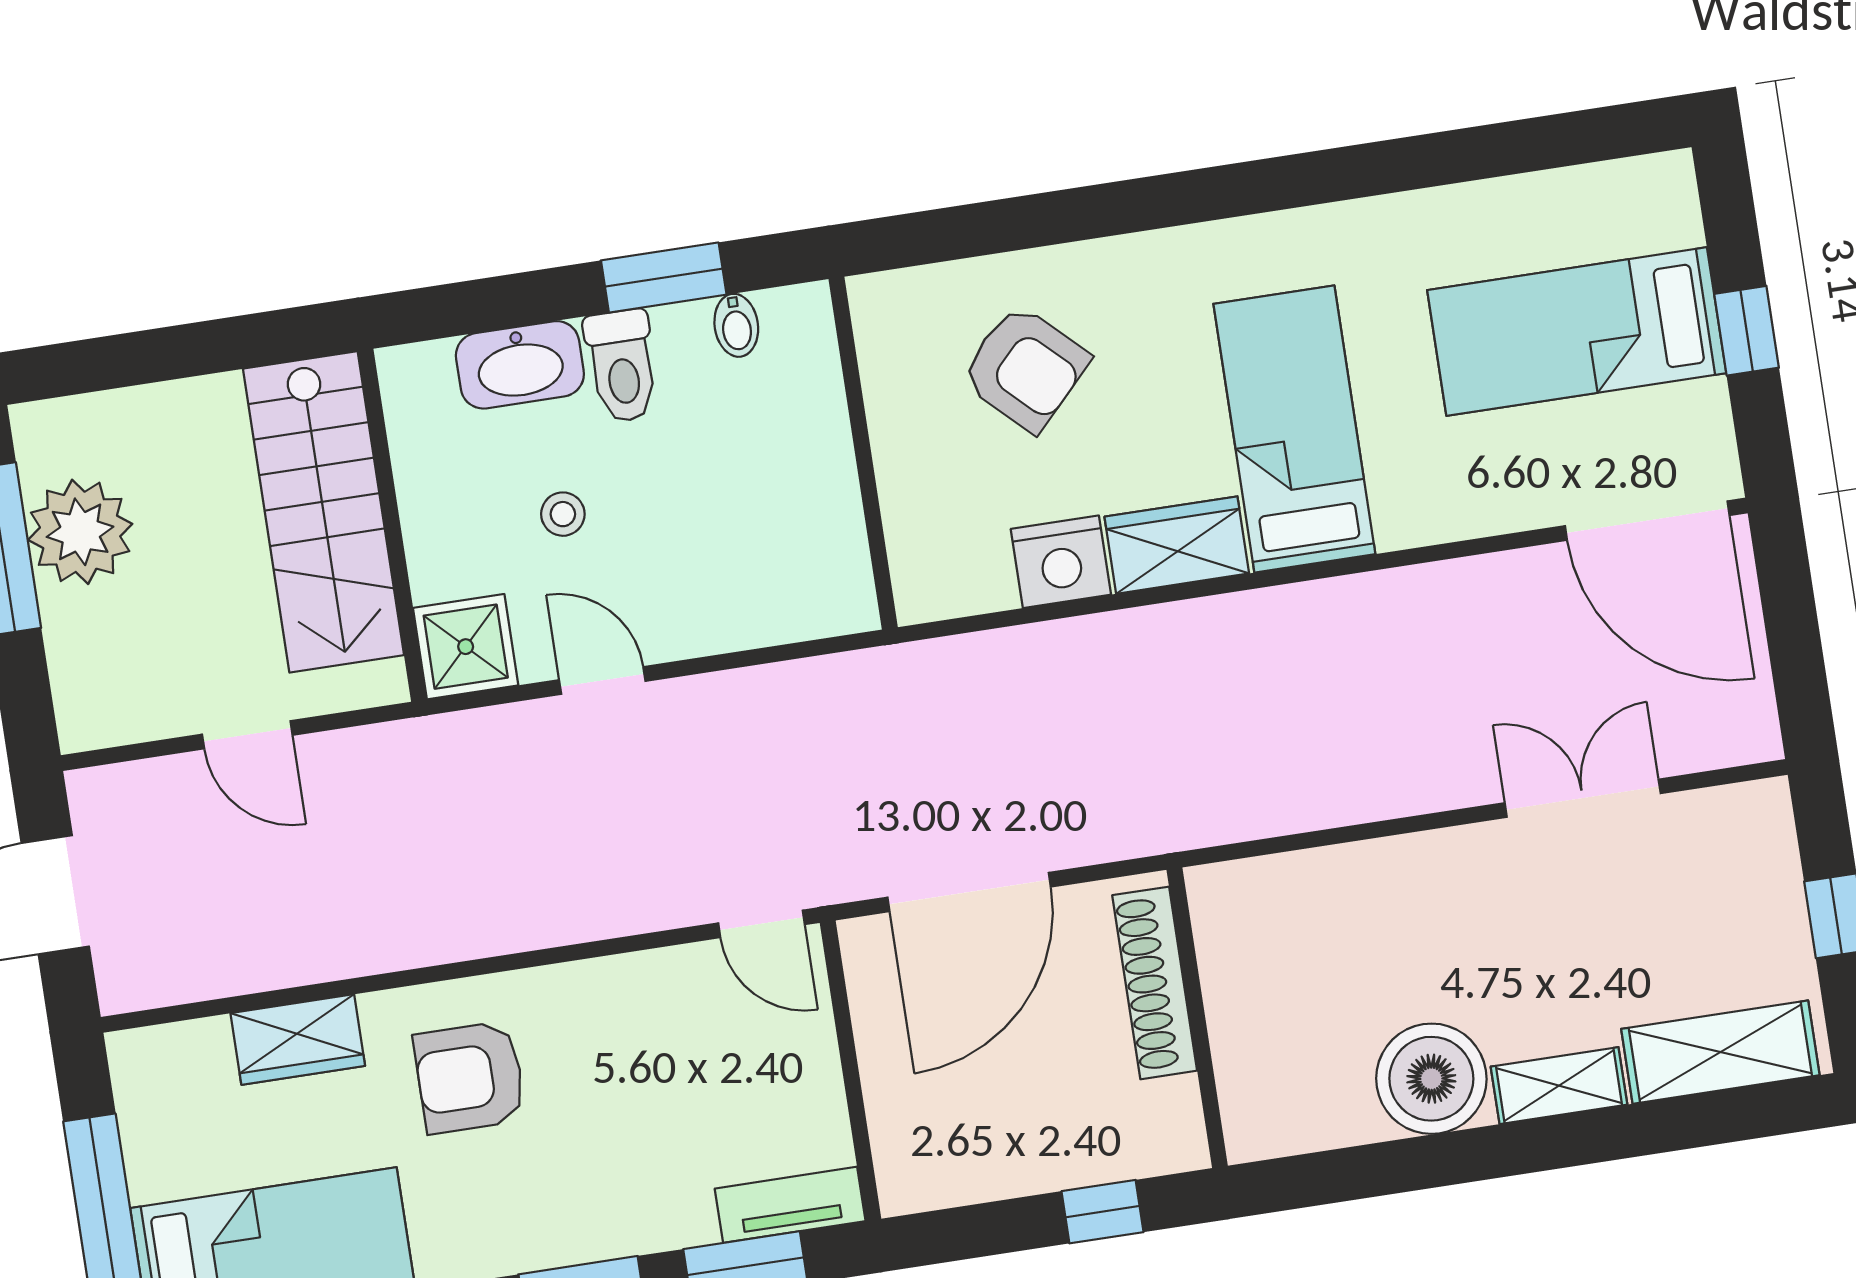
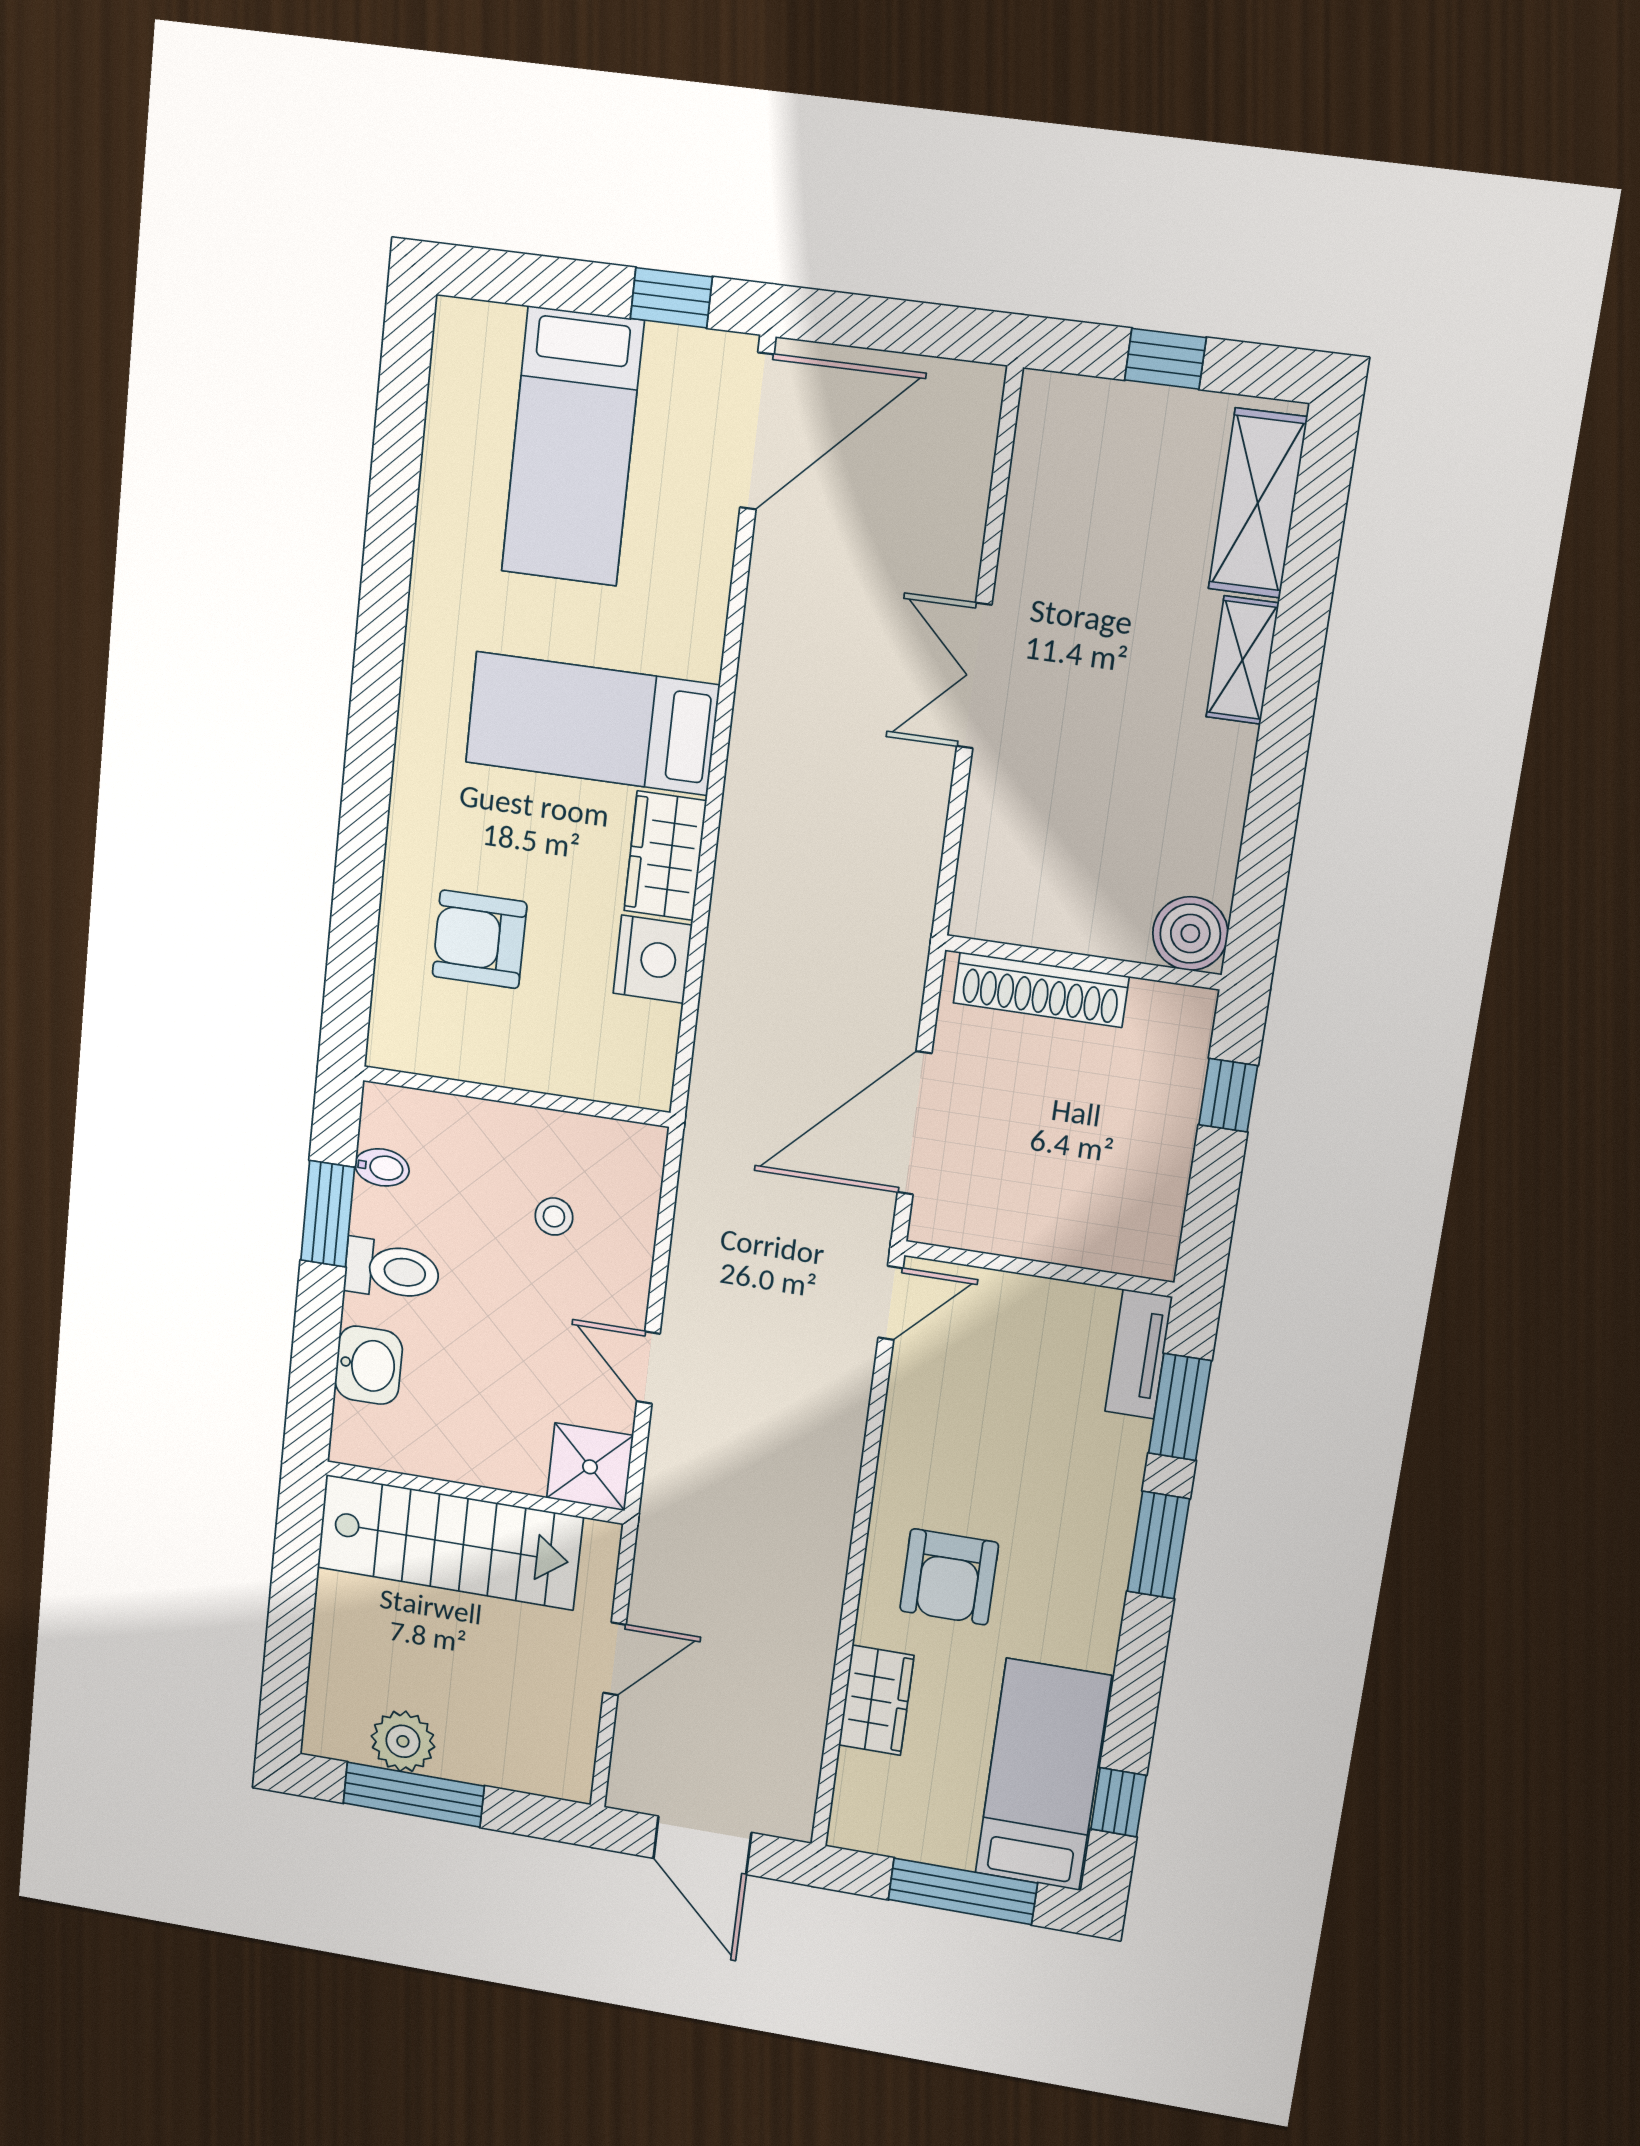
window: (1747, 331) -> (671, 298), moved
washbasin: (520, 365) -> (369, 1365), width x0.72
armchair: (1025, 368) -> (479, 939), turned -134
stool: (563, 514) -> (554, 1217), moved
plant: (80, 532) -> (403, 1741), width x0.73, depth x0.73
door: (602, 681) -> (648, 1368), hinge flipped
double door: (1583, 798) -> (974, 676), moved
door: (969, 892) -> (915, 1123), swing flipped
boiler: (1431, 1079) -> (1190, 934), moved, width x0.73, depth x0.73

